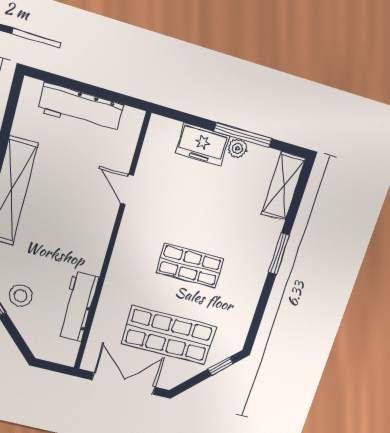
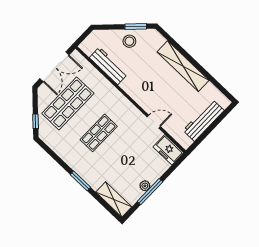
freezer: (202, 145) -> (168, 150), moved, turned -90

